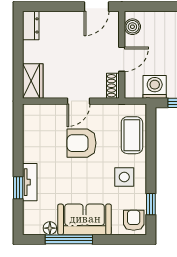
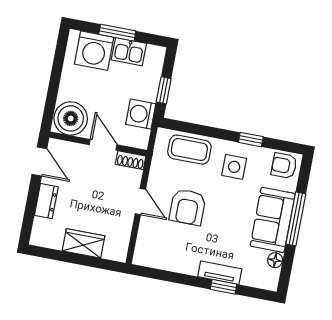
dresser: (31, 25) -> (46, 201), moved, turned 90
boiler: (132, 27) -> (71, 118), width x1.86, depth x1.86
wardrobe: (33, 81) -> (84, 243), moved
window: (151, 204) -> (251, 140), moved
window: (69, 239) -> (296, 219), moved

